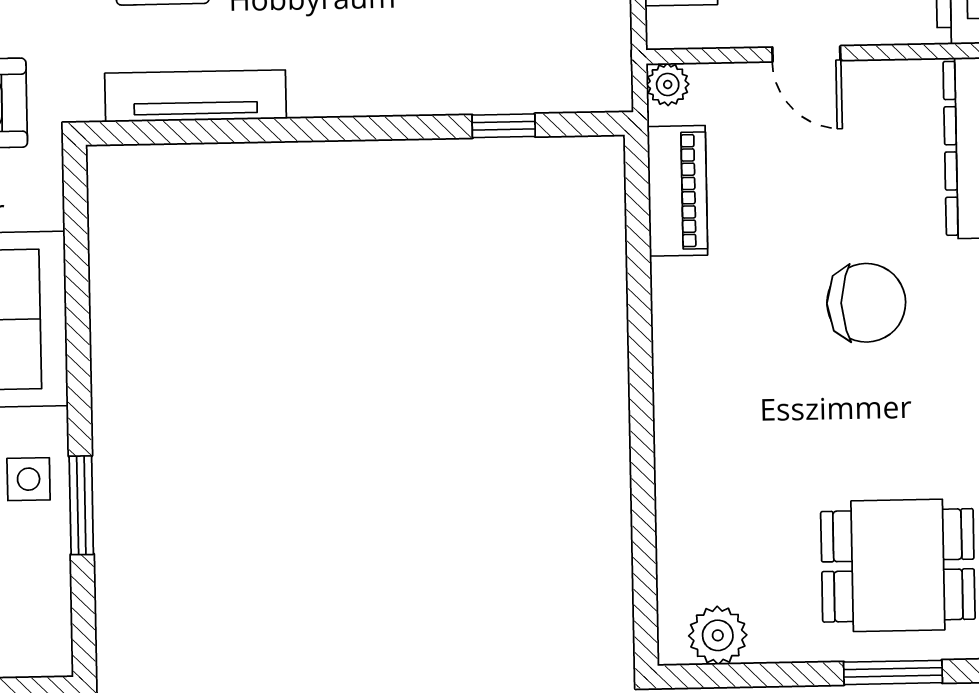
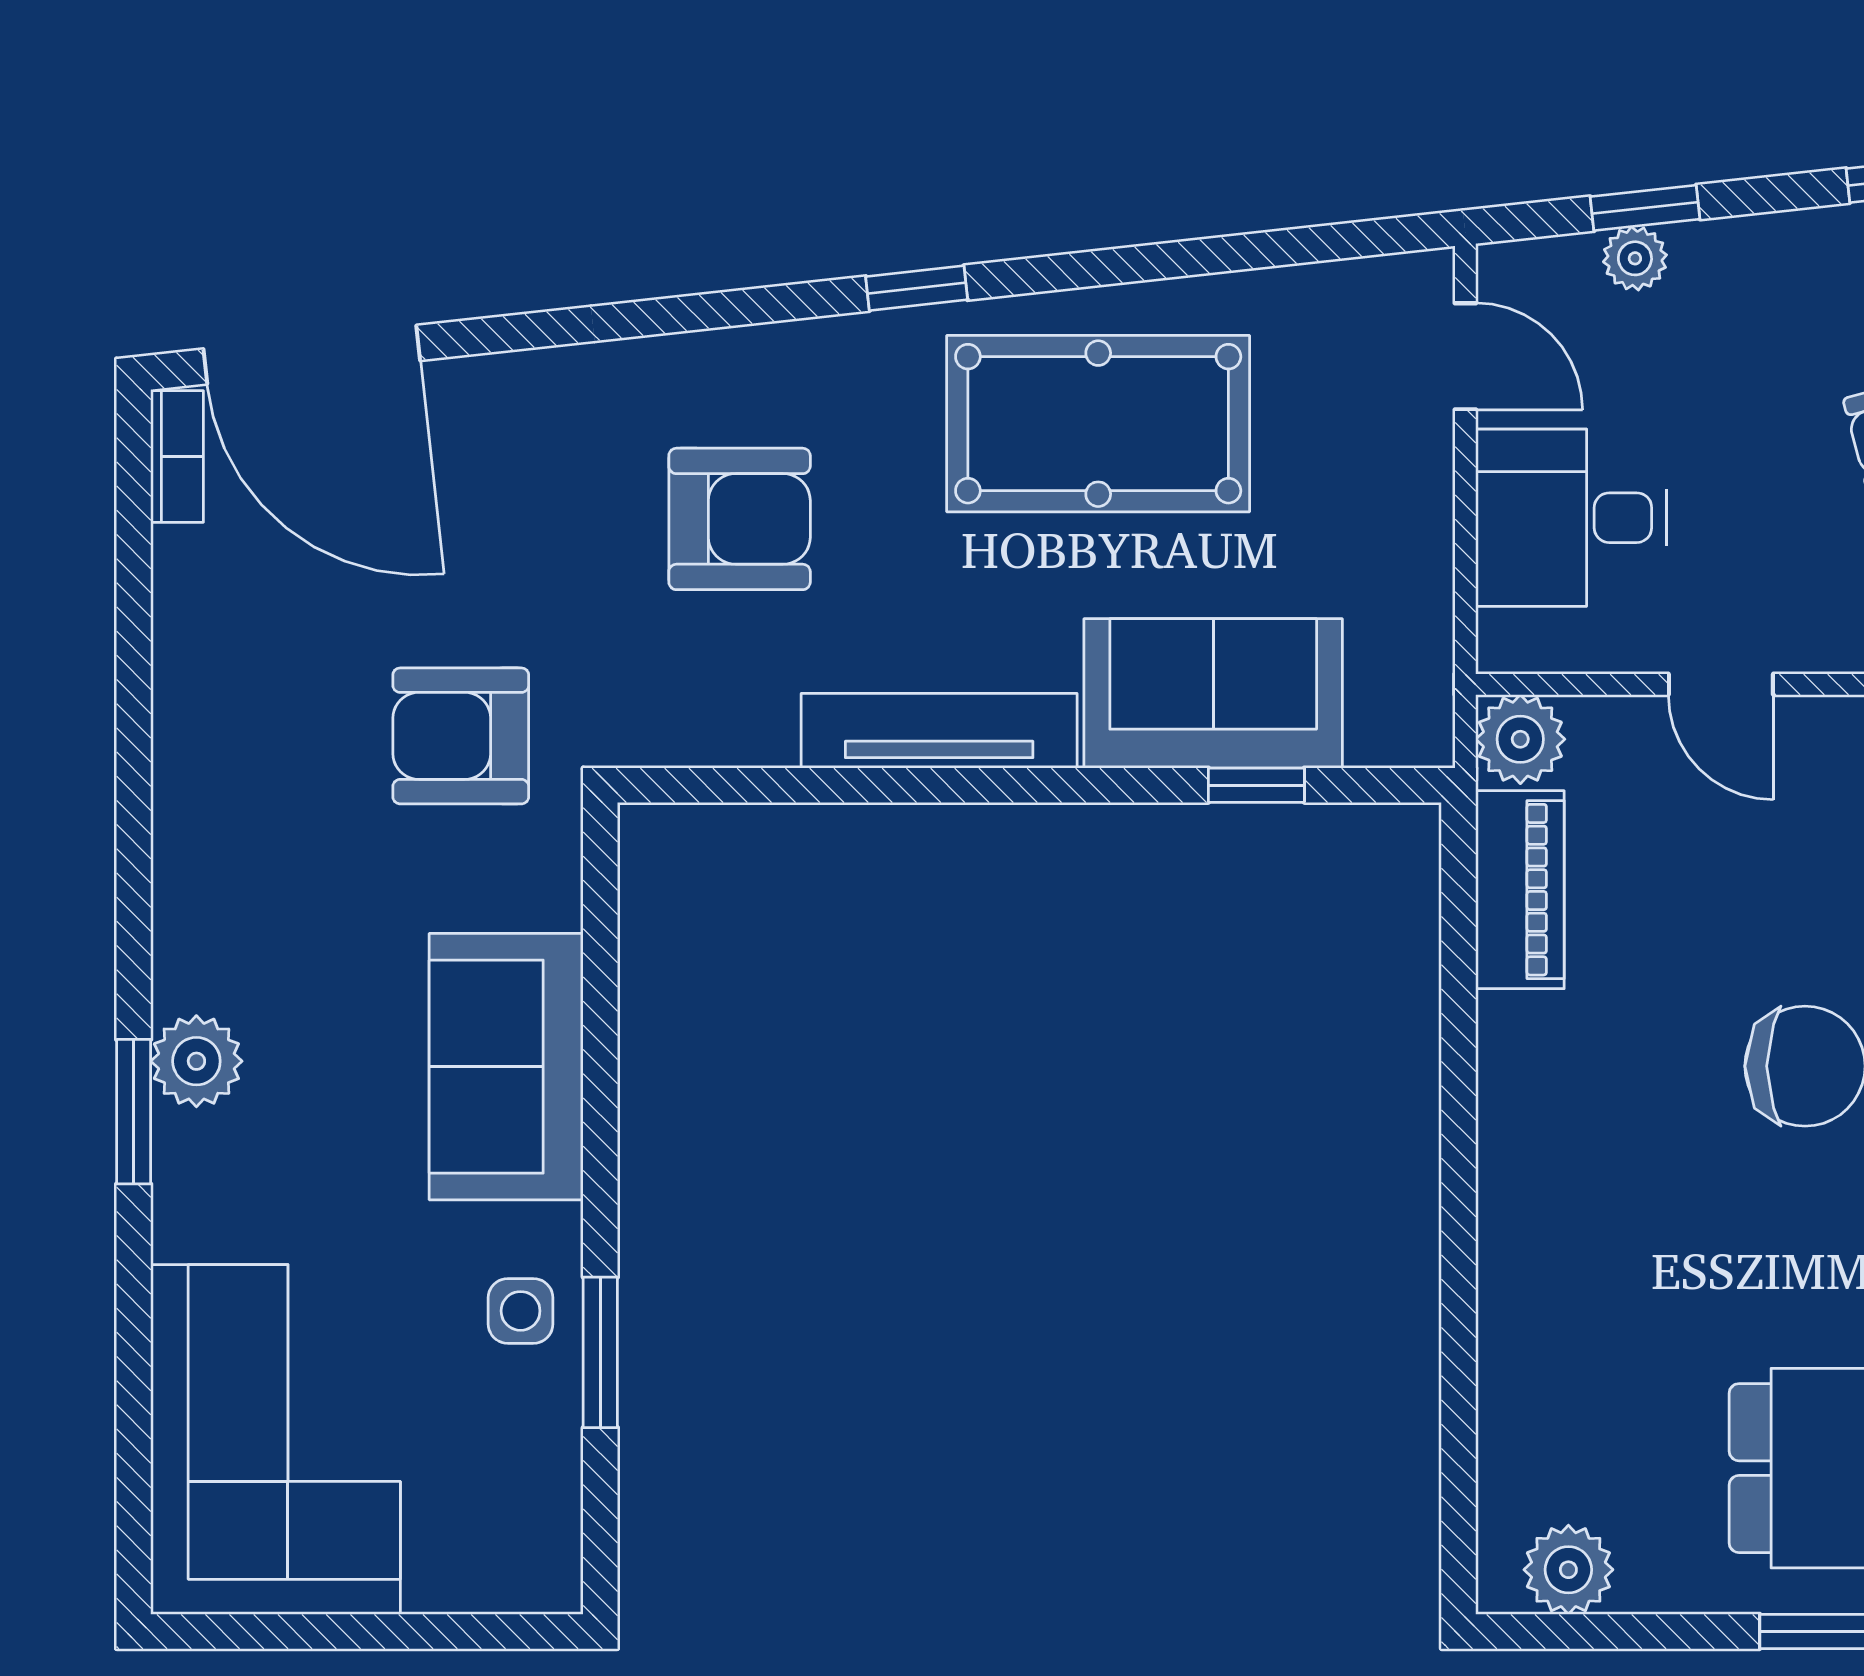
sofa: (474, 66) -> (1213, 693), added
plant: (668, 84) -> (1520, 739), width x1.38, depth x1.38
tv unit: (195, 96) -> (939, 731), moved

